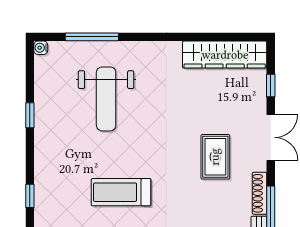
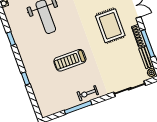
rug: (215, 157) -> (110, 26), width x1.36, depth x1.43

